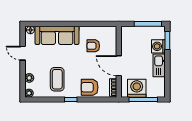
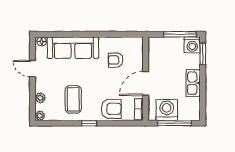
washing machine: (158, 46) -> (192, 45), moved, turned -90
door: (119, 66) -> (146, 83), hinge flipped
armchair: (90, 87) -> (111, 109), turned 180

